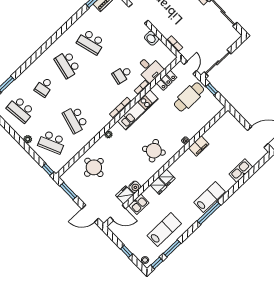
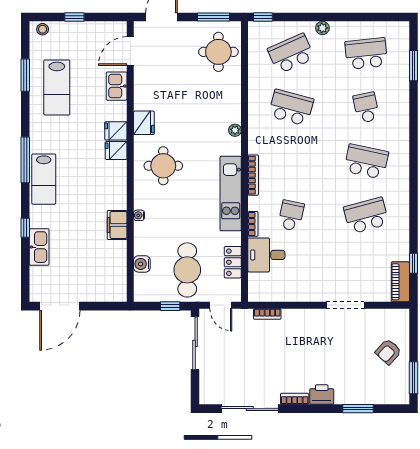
washbasin: (152, 38) -> (301, 293), removed
round table: (154, 151) -> (163, 166), turned 34
round table: (94, 167) -> (218, 52), moved
water cooler: (135, 187) -> (142, 264), moved
fridge: (125, 195) -> (144, 123), moved
window: (157, 263) -> (25, 228), moved

